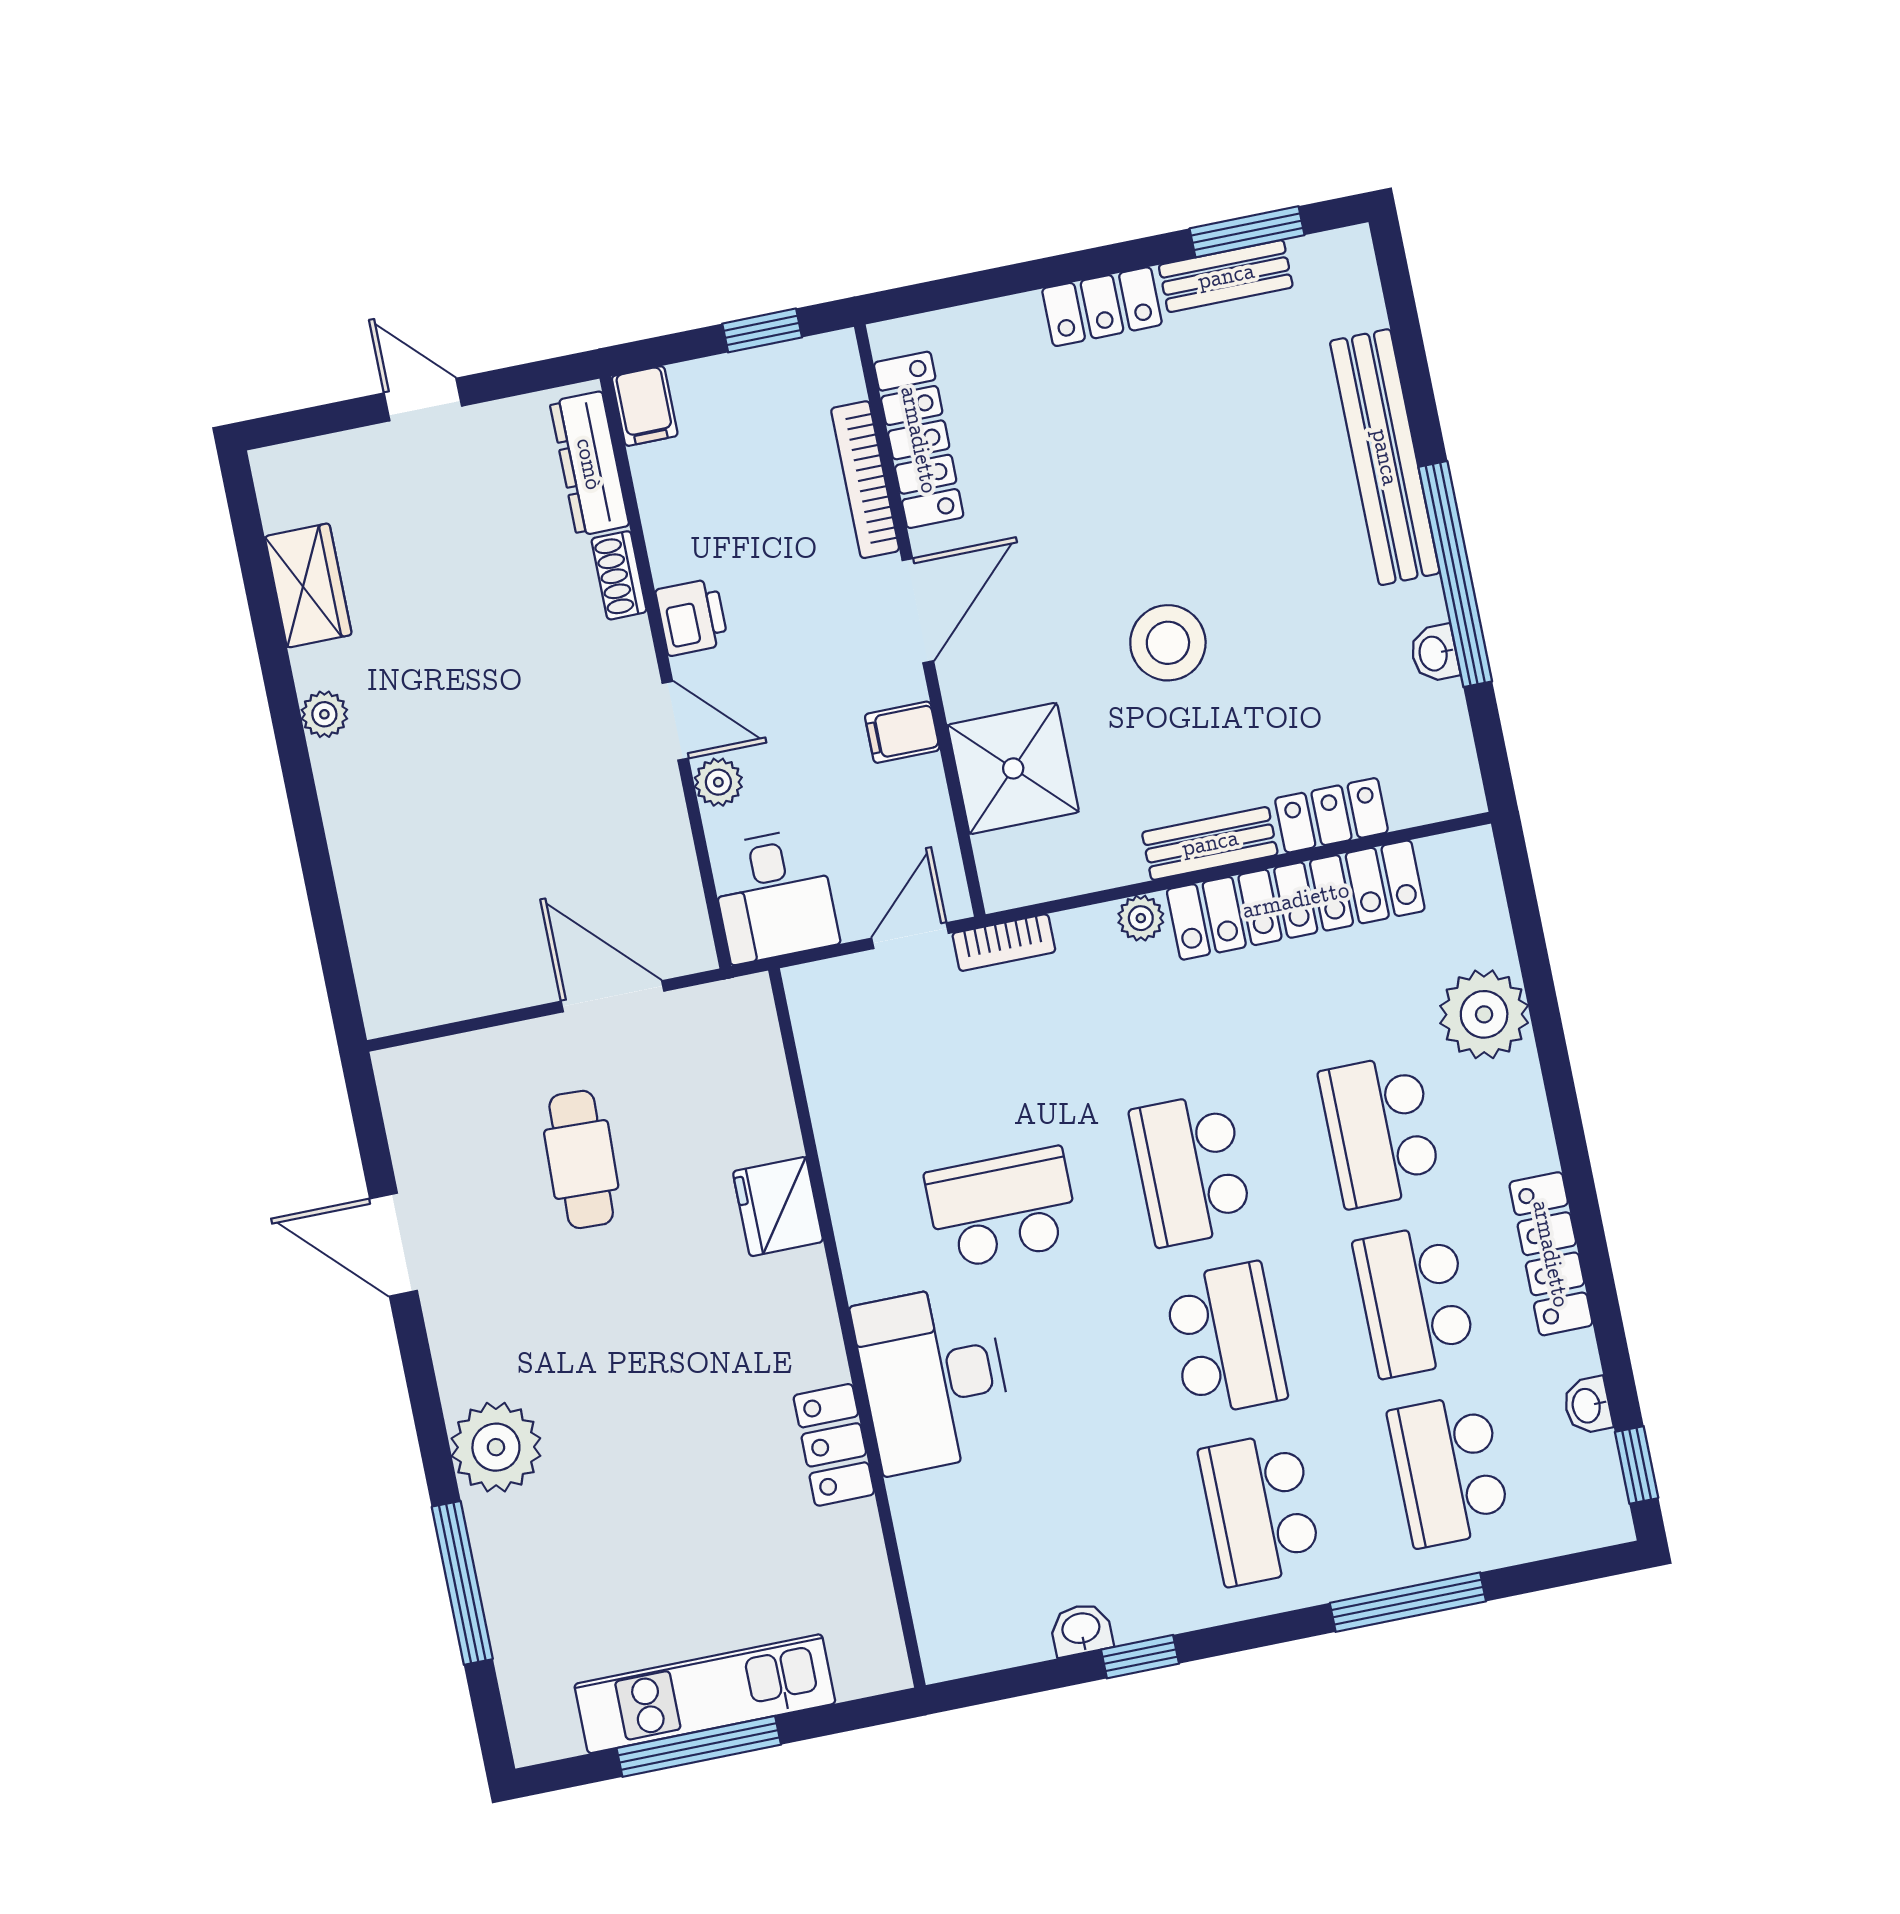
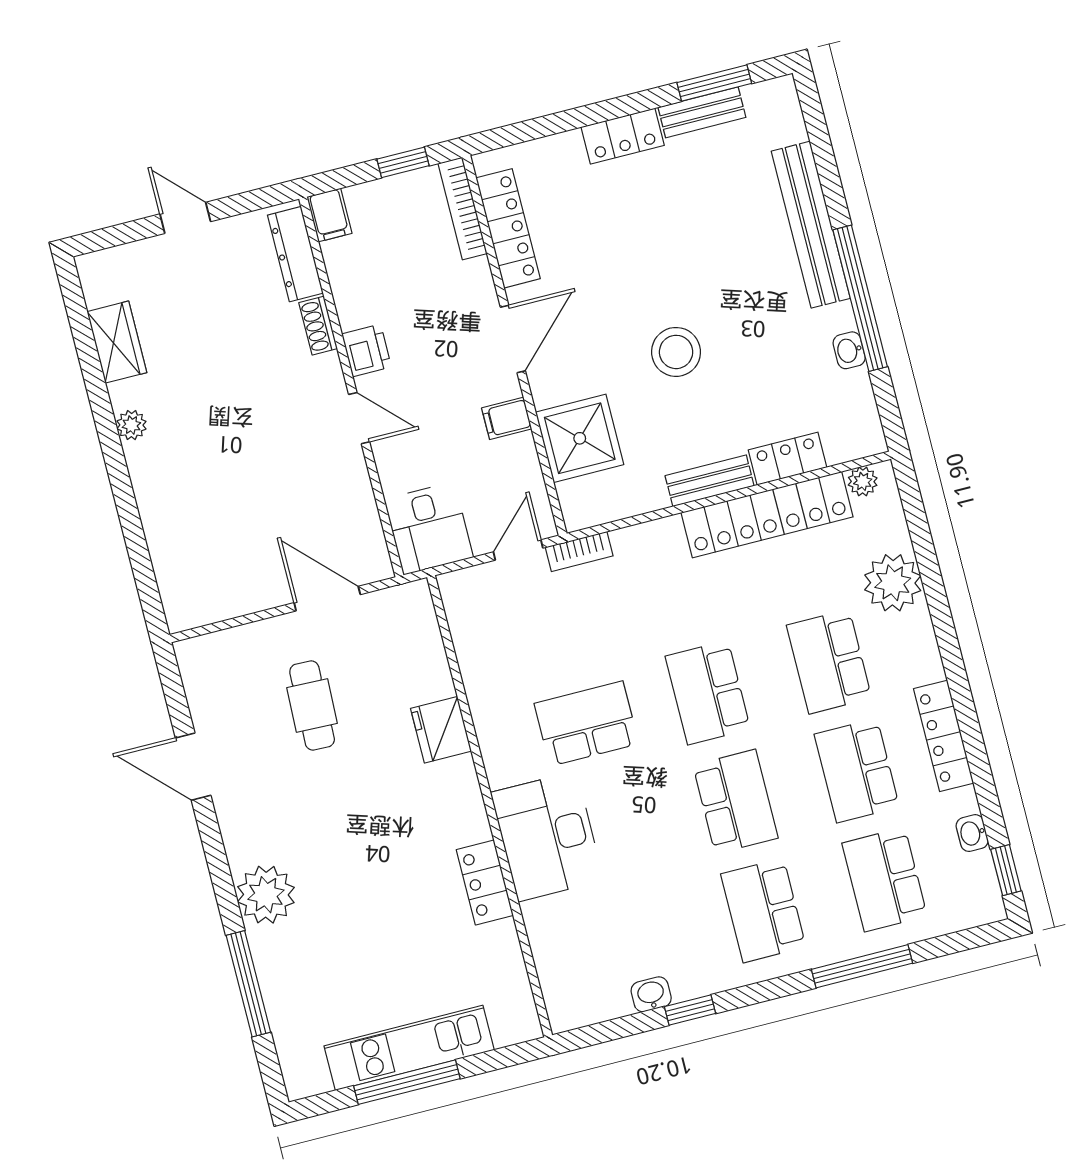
bookcase: (865, 480) -> (462, 209), moved
plant: (718, 782) -> (389, 457), removed
plant: (1141, 918) -> (863, 481), moved

